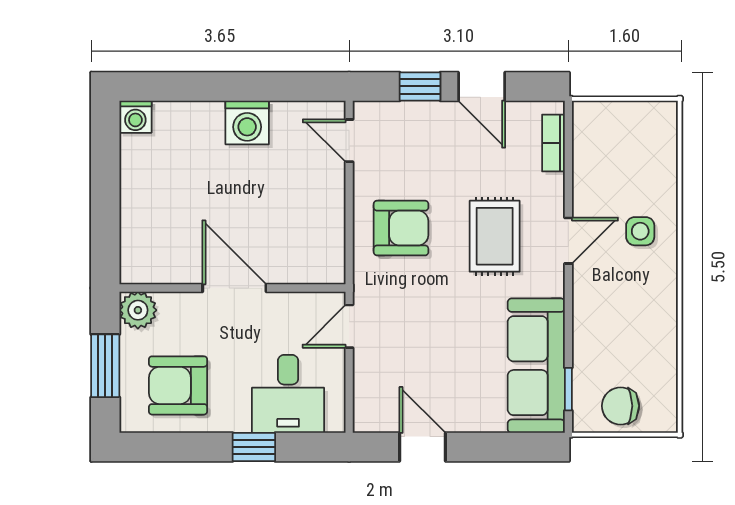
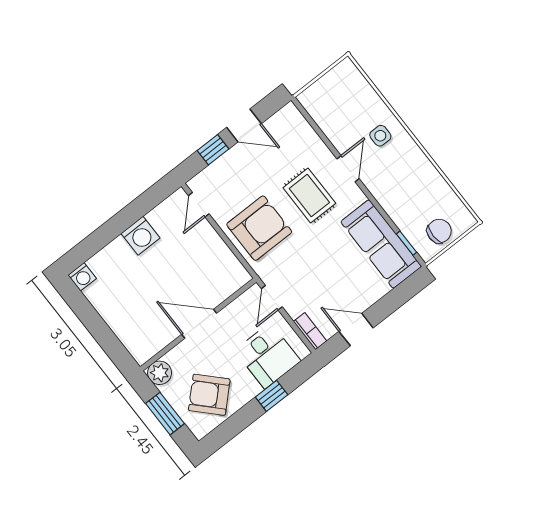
door: (349, 141) -> (199, 205), hinge flipped
bookcase: (553, 143) -> (310, 331), moved, turned 180
armchair: (401, 228) -> (259, 228), width x1.36, depth x1.36
armchair: (178, 385) -> (209, 395), turned 46
chair: (621, 406) -> (439, 231), turned 180

